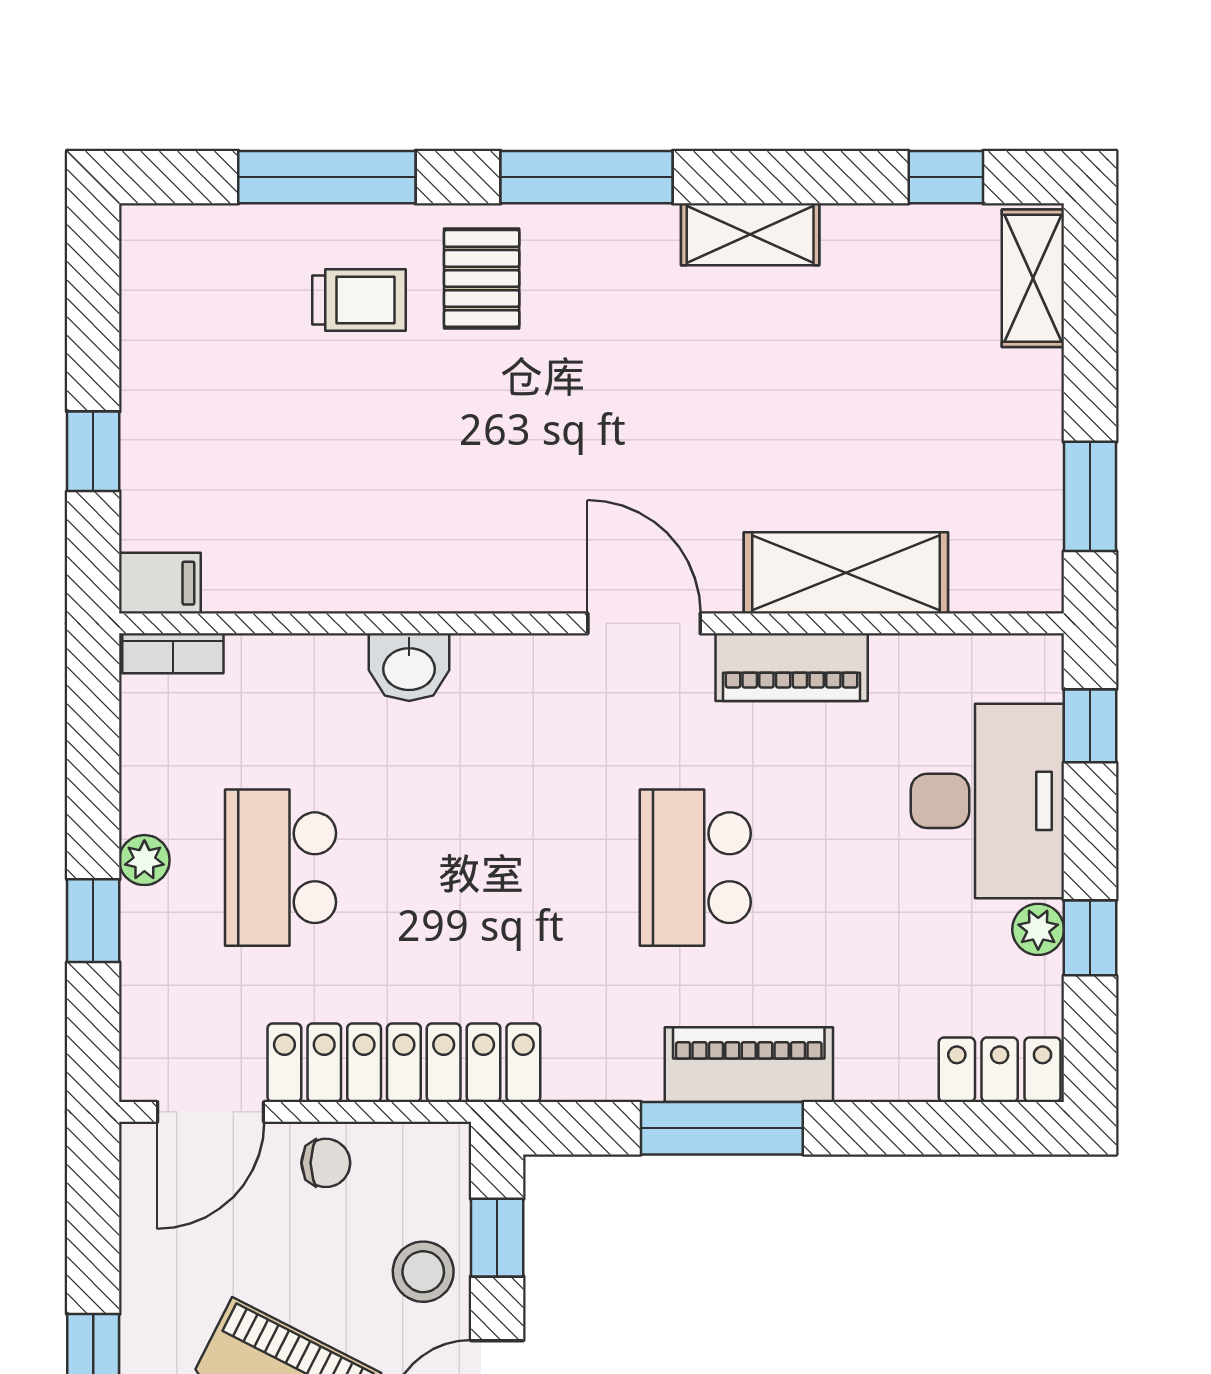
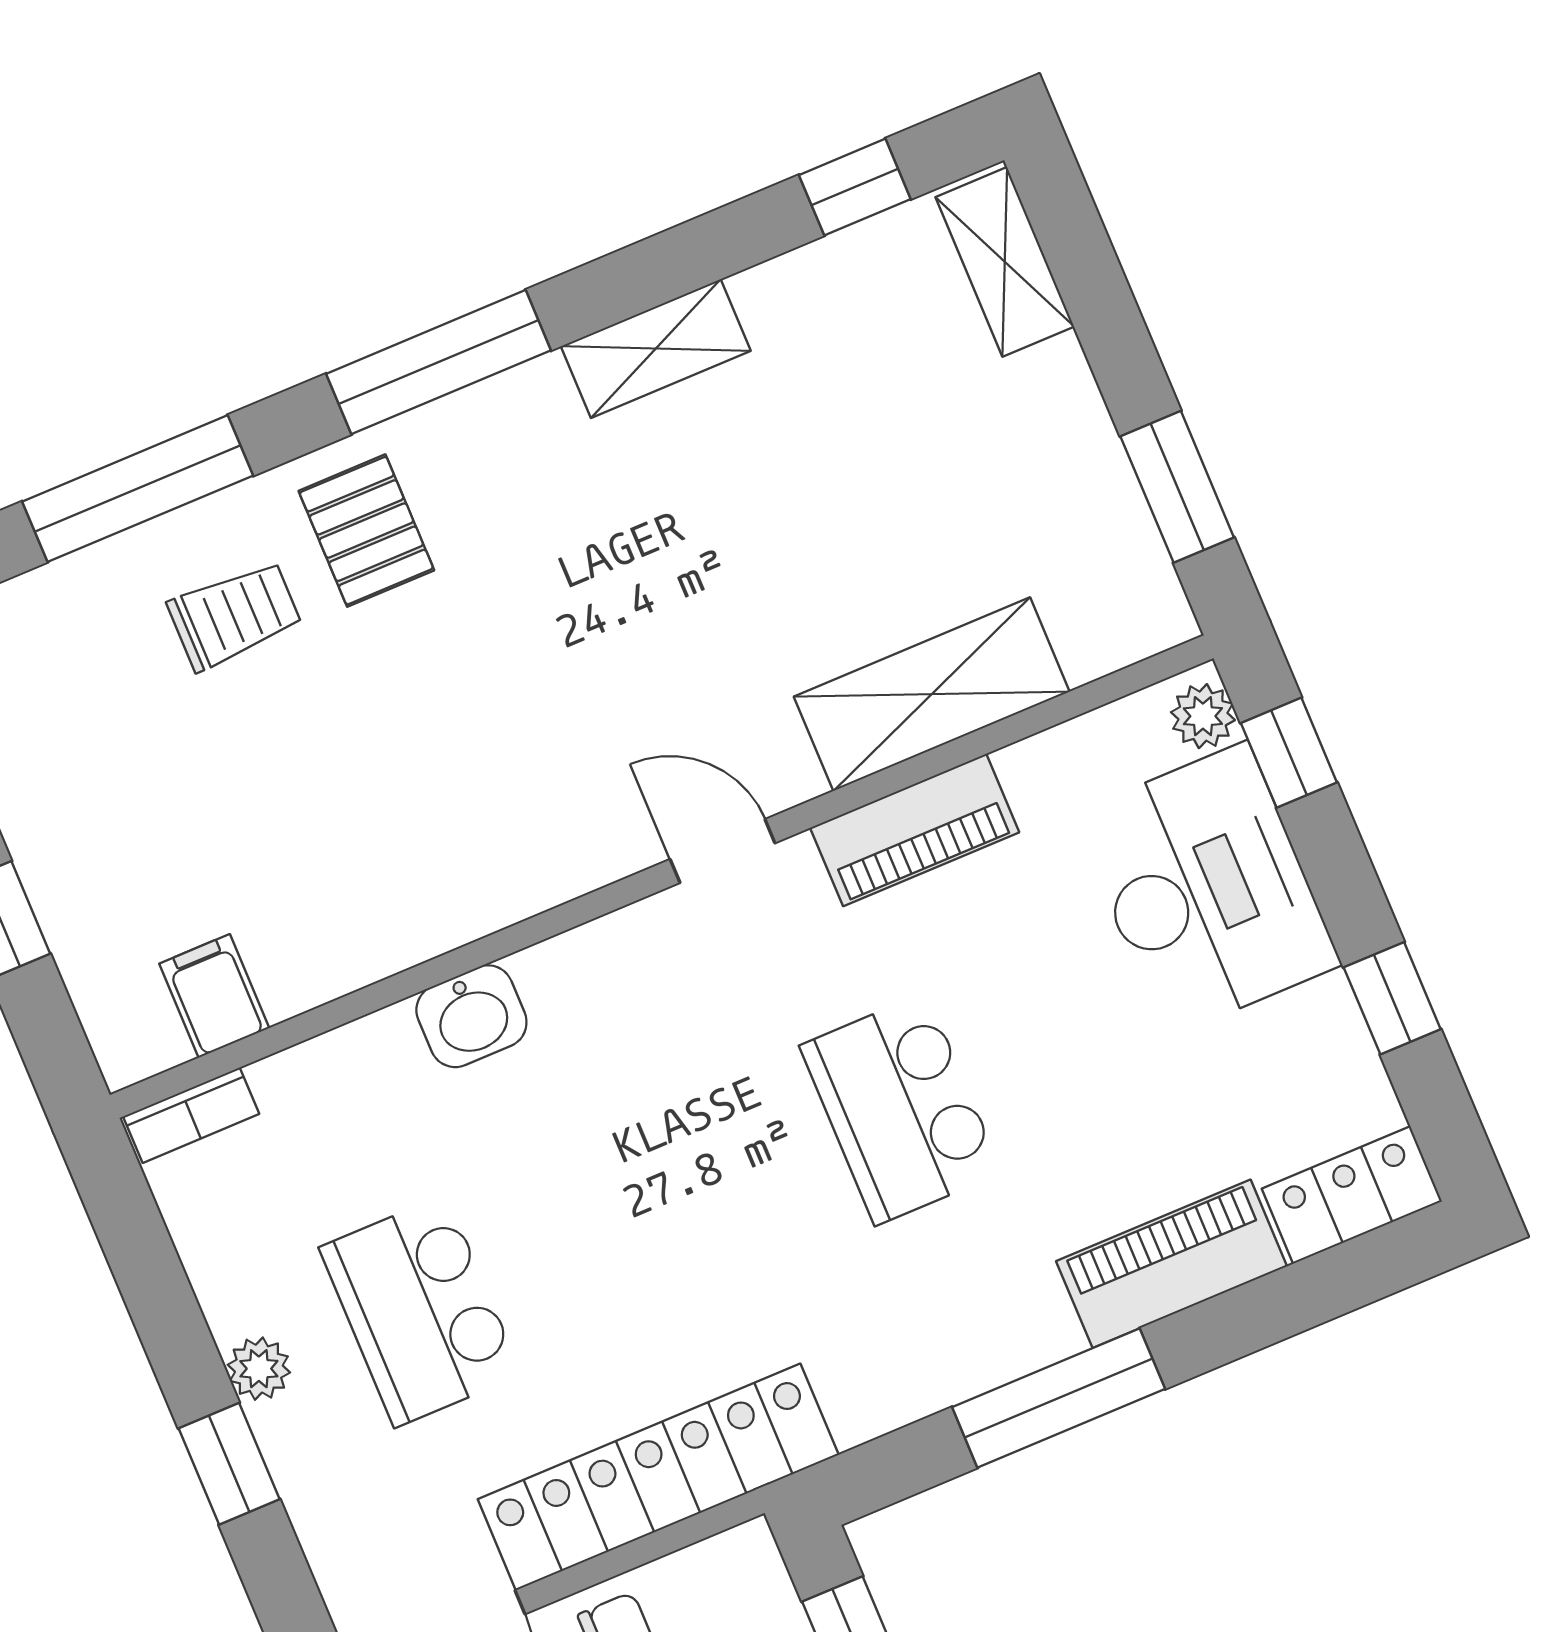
filing cabinet: (160, 583) -> (214, 996), moved, turned -90
door: (644, 623) -> (722, 851), width x0.73
plant: (1038, 929) -> (1203, 716), moved
piano: (749, 1065) -> (1172, 1264), moved

